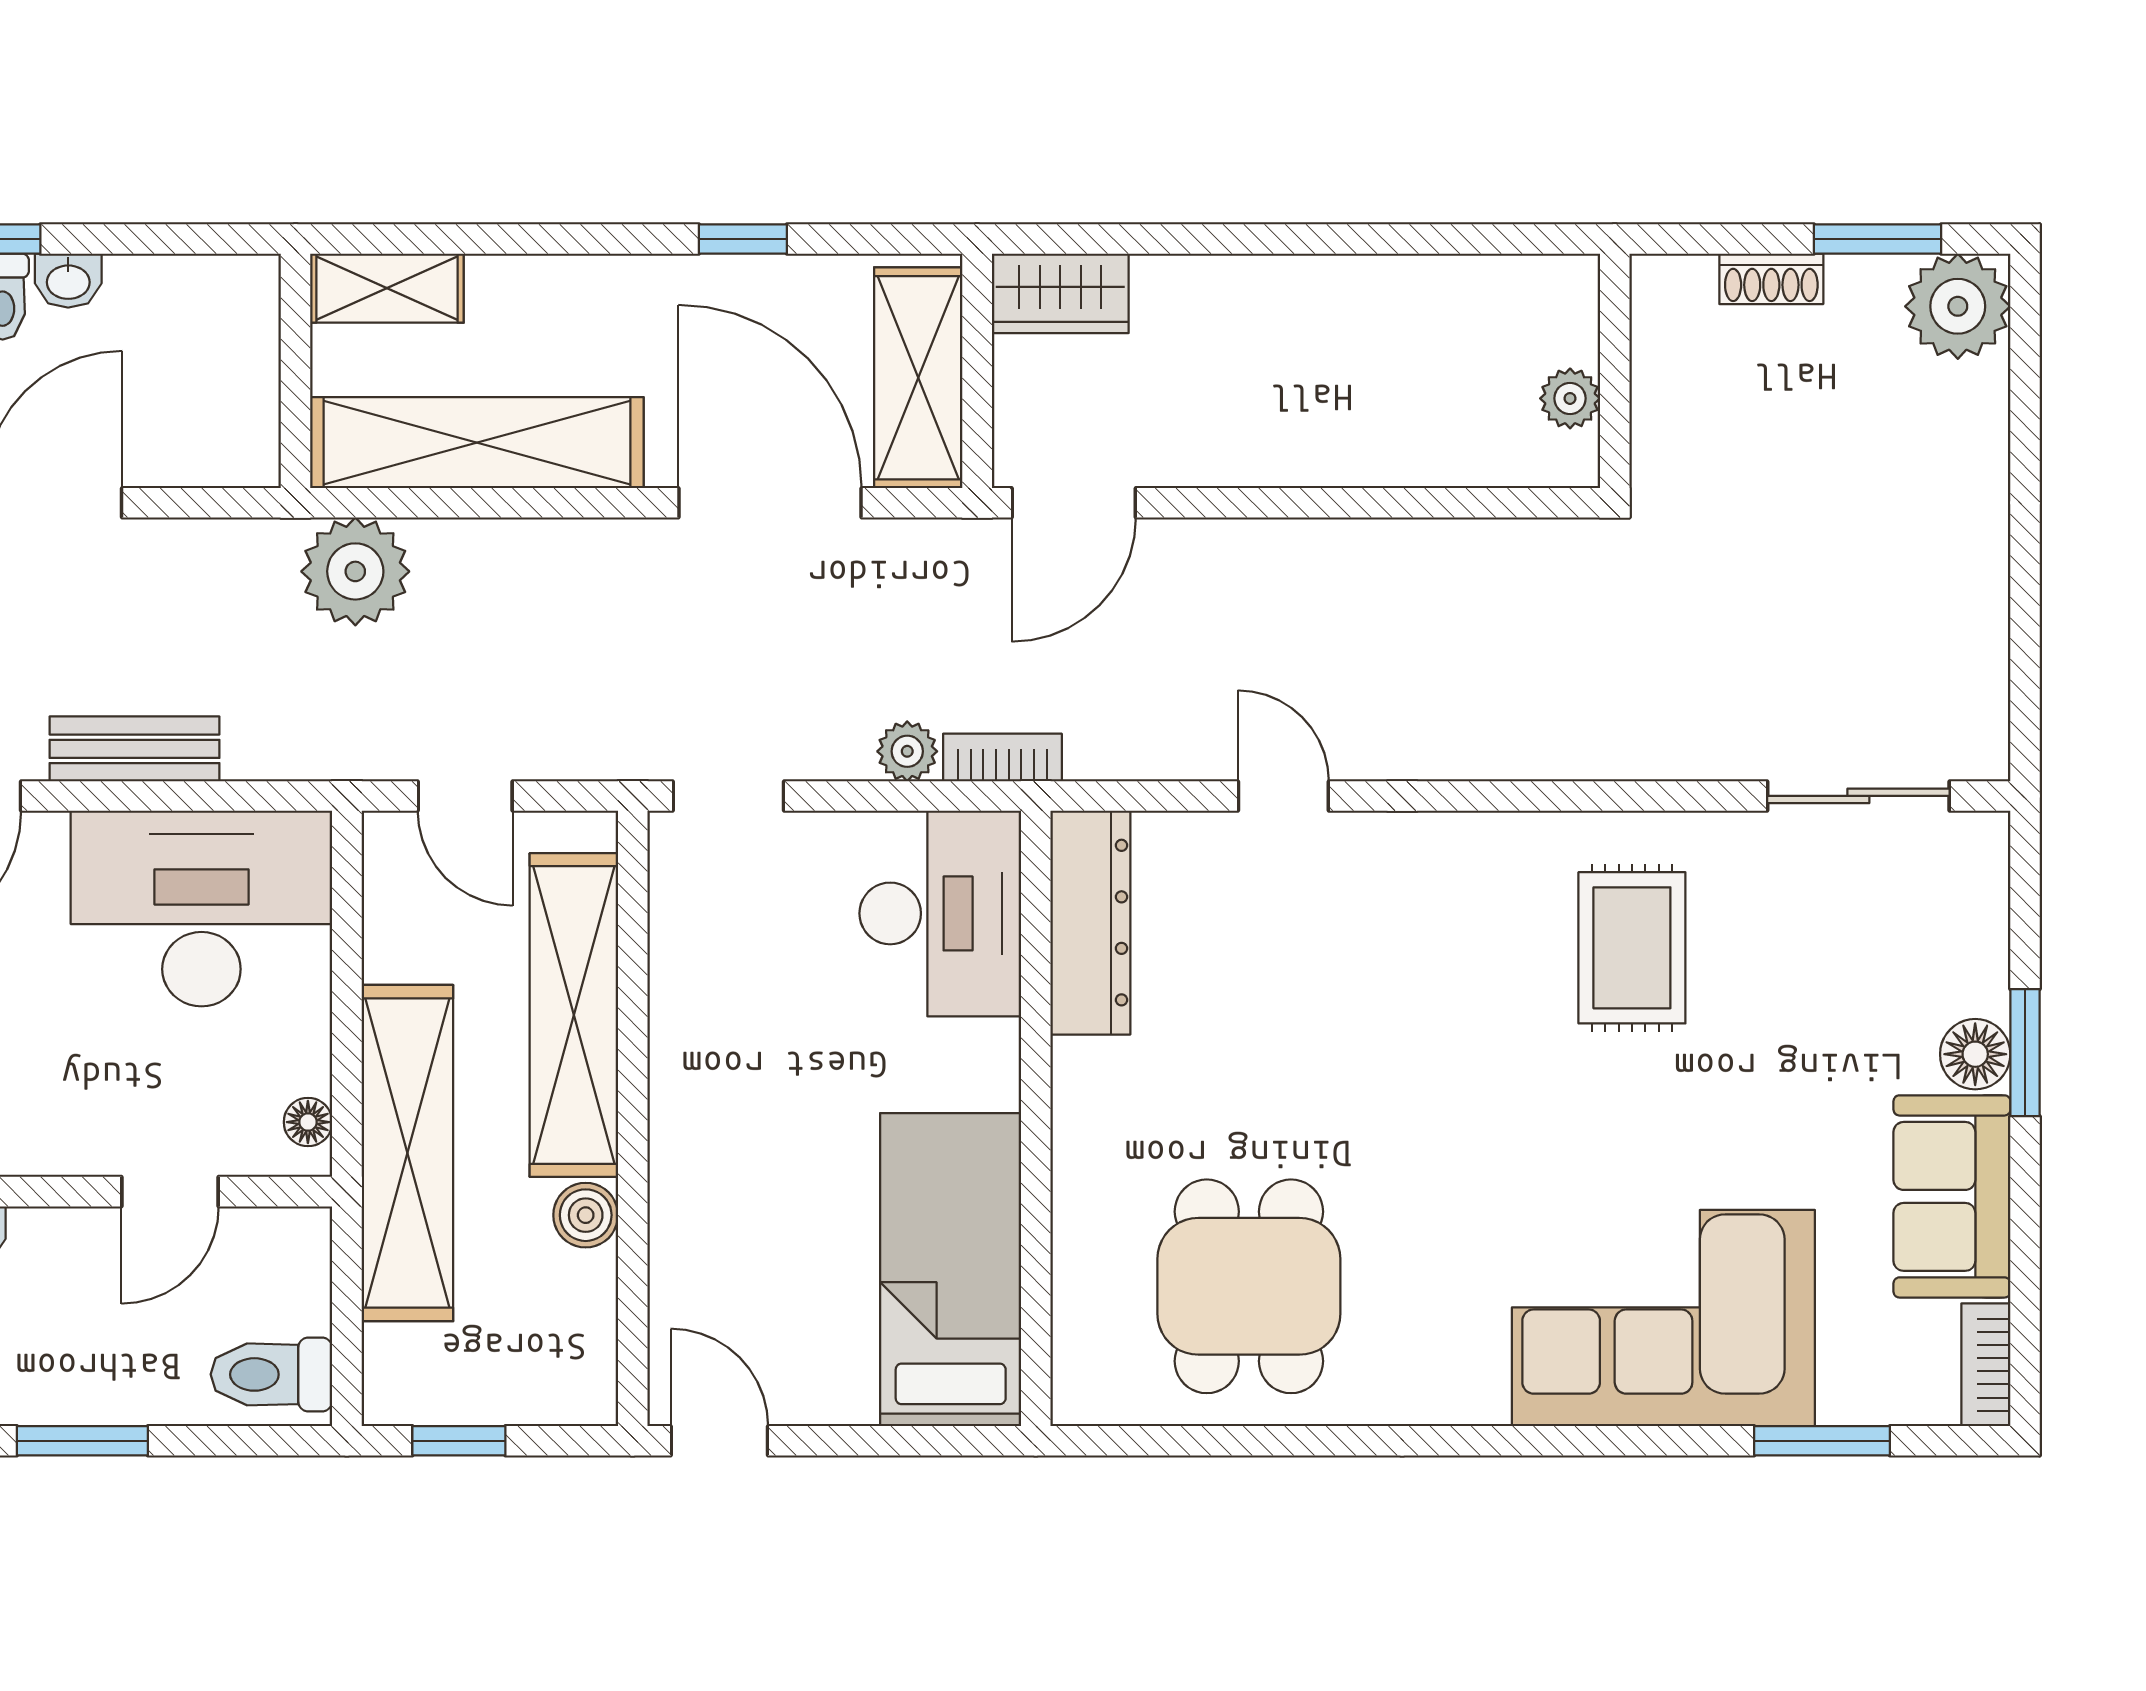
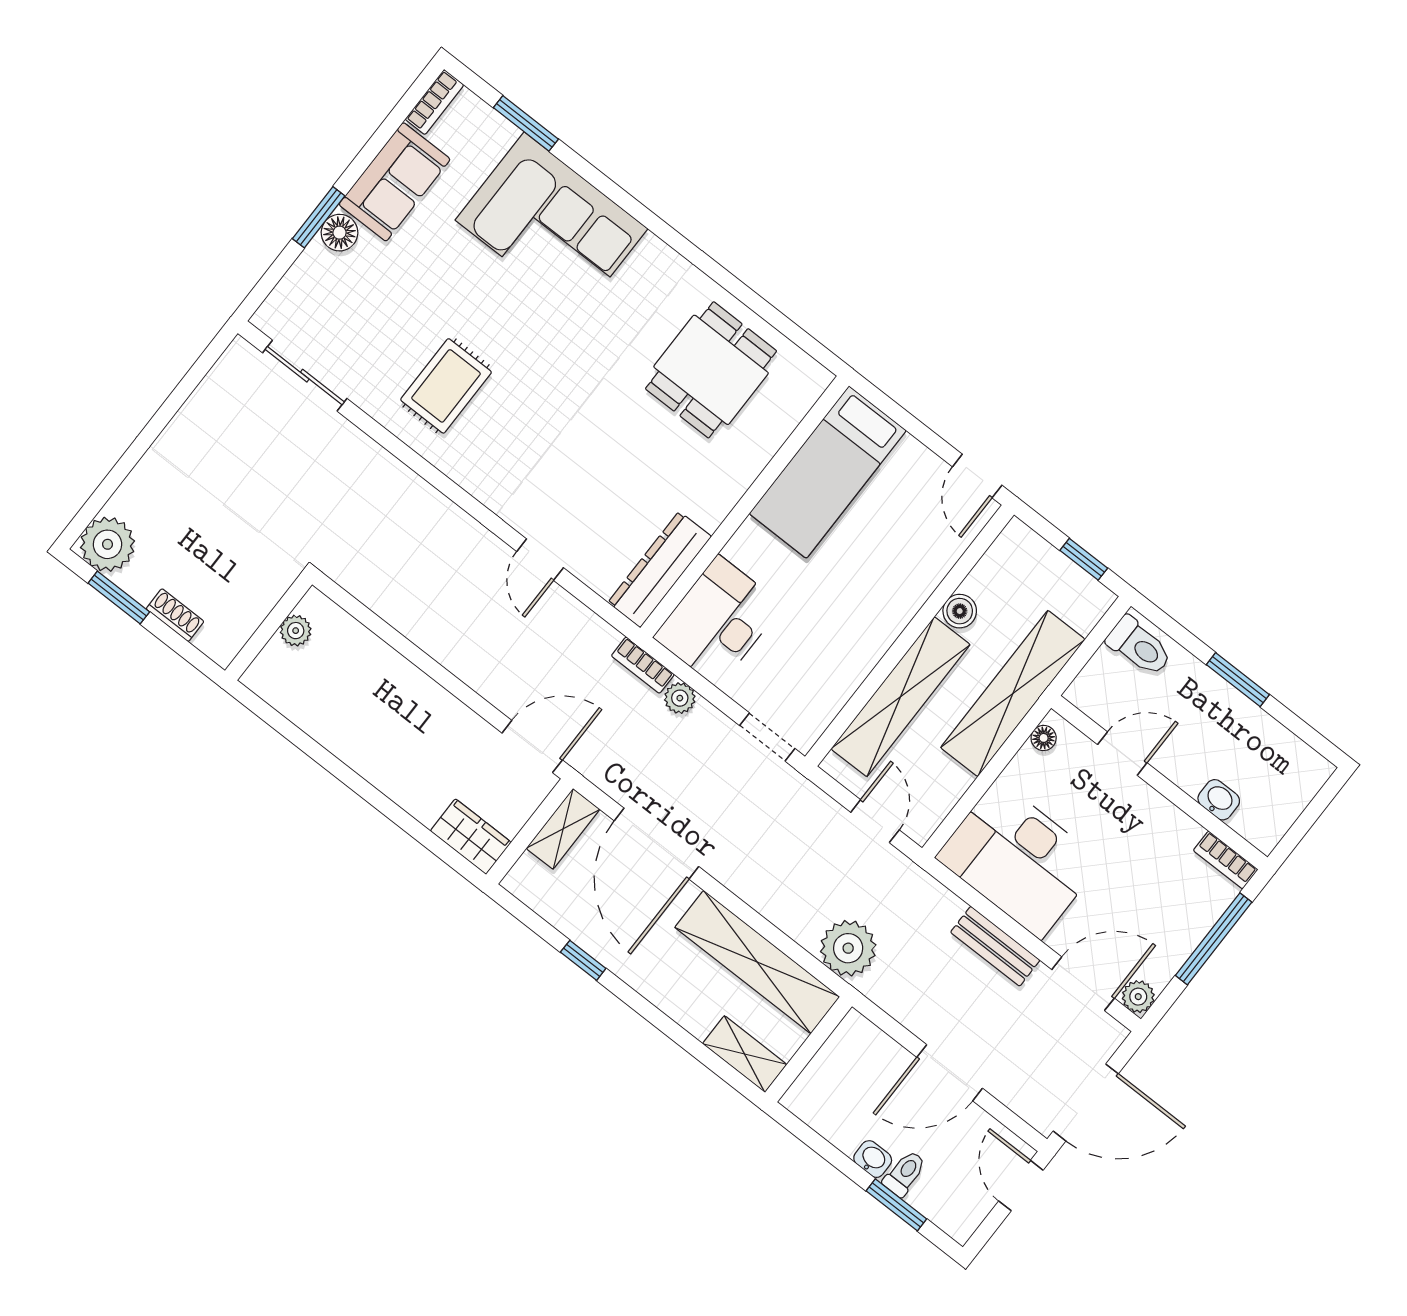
shelving: (918, 378) -> (563, 829), width x0.67, depth x0.75

